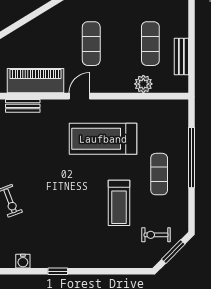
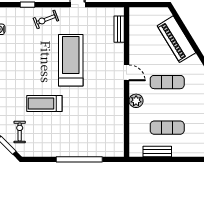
piano: (35, 81) -> (176, 39), moved, turned 149
plant: (143, 84) -> (136, 101), moved
treadmill: (103, 139) -> (71, 60), moved
exercise mat: (159, 174) -> (67, 134), removed

